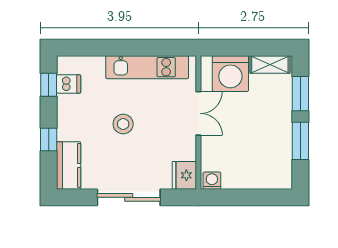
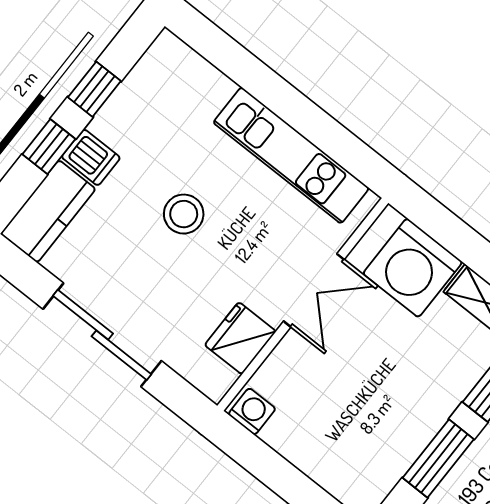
dishwasher: (69, 84) -> (91, 157), moved
window: (49, 85) -> (94, 89), moved
fridge: (184, 175) -> (240, 338), moved

